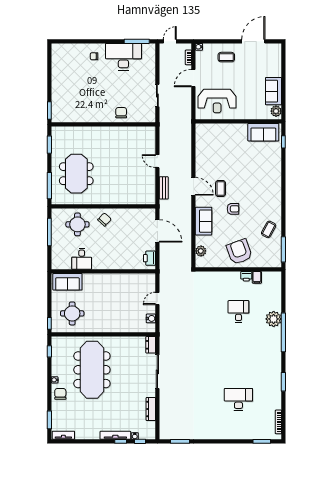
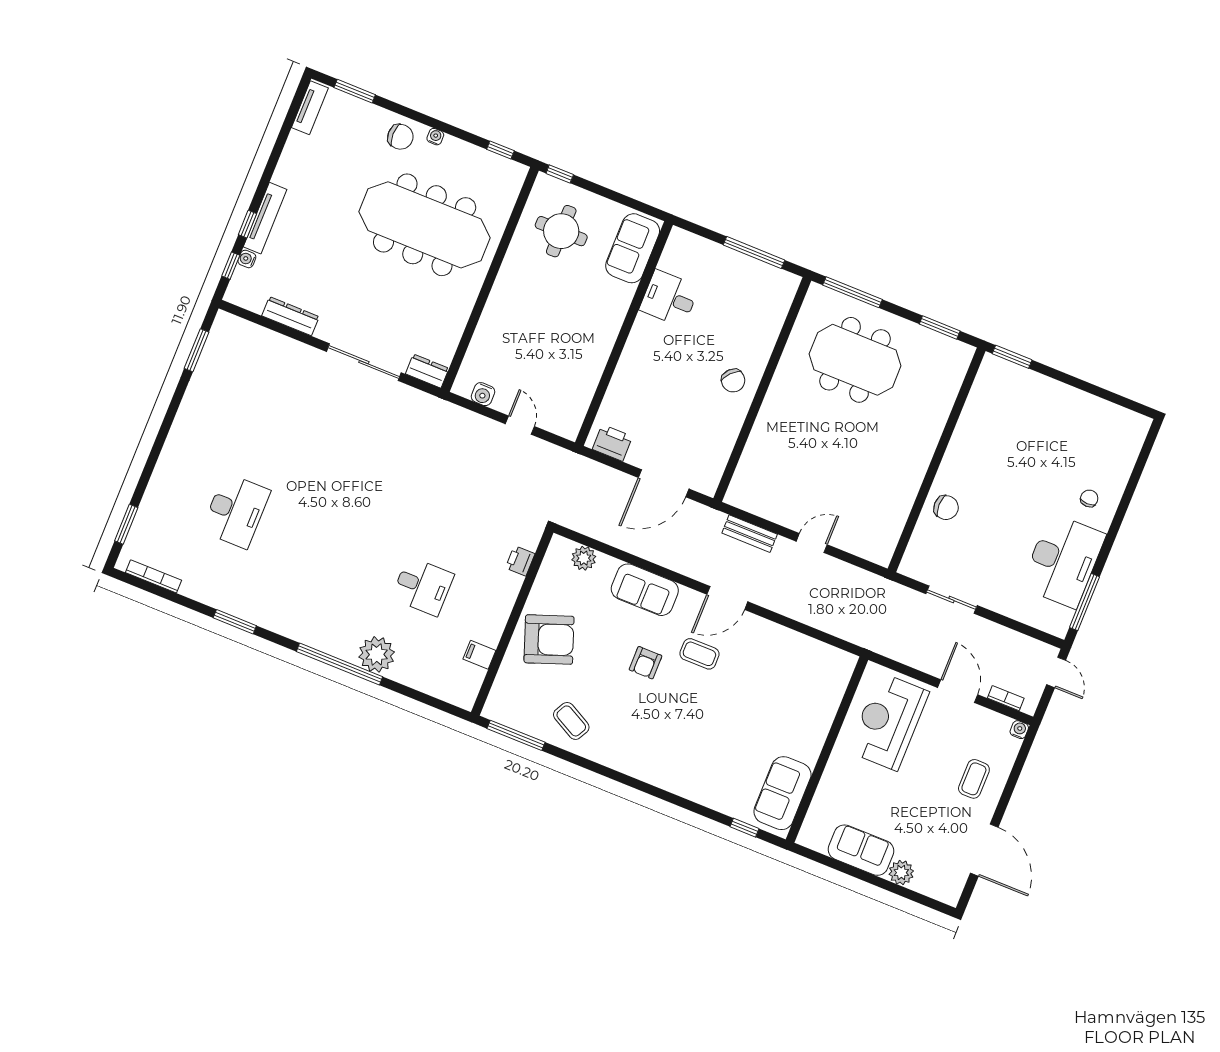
plant: (276, 111) -> (901, 873), moved
round table: (77, 224) -> (746, 319), removed
printer: (246, 276) -> (520, 561), moved

